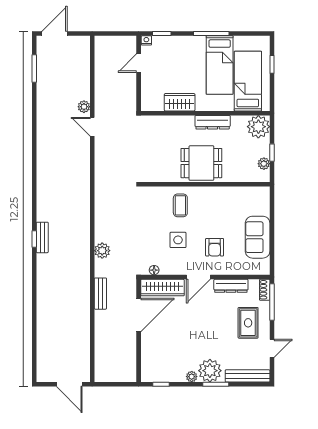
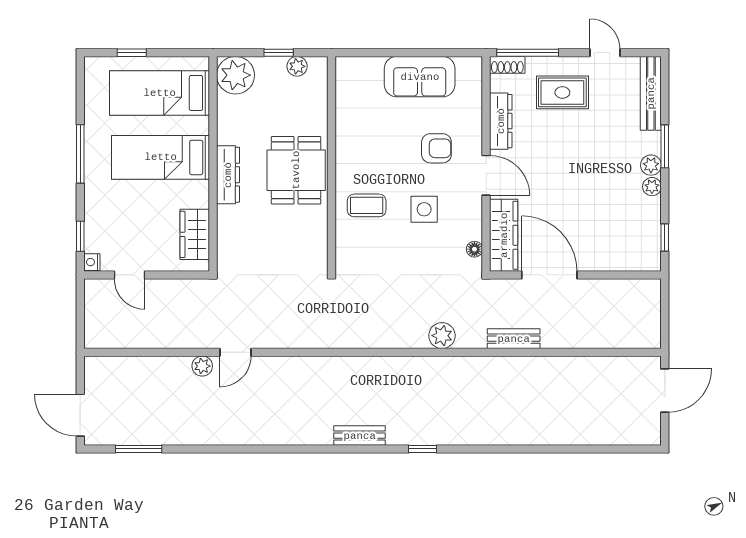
bed: (220, 65) -> (161, 157), moved, turned 180
wardrobe: (180, 102) -> (195, 234), moved
dresser: (213, 122) -> (228, 175), moved
bench: (42, 237) -> (360, 436), moved
plant: (210, 371) -> (651, 165), width x0.53, depth x0.53

